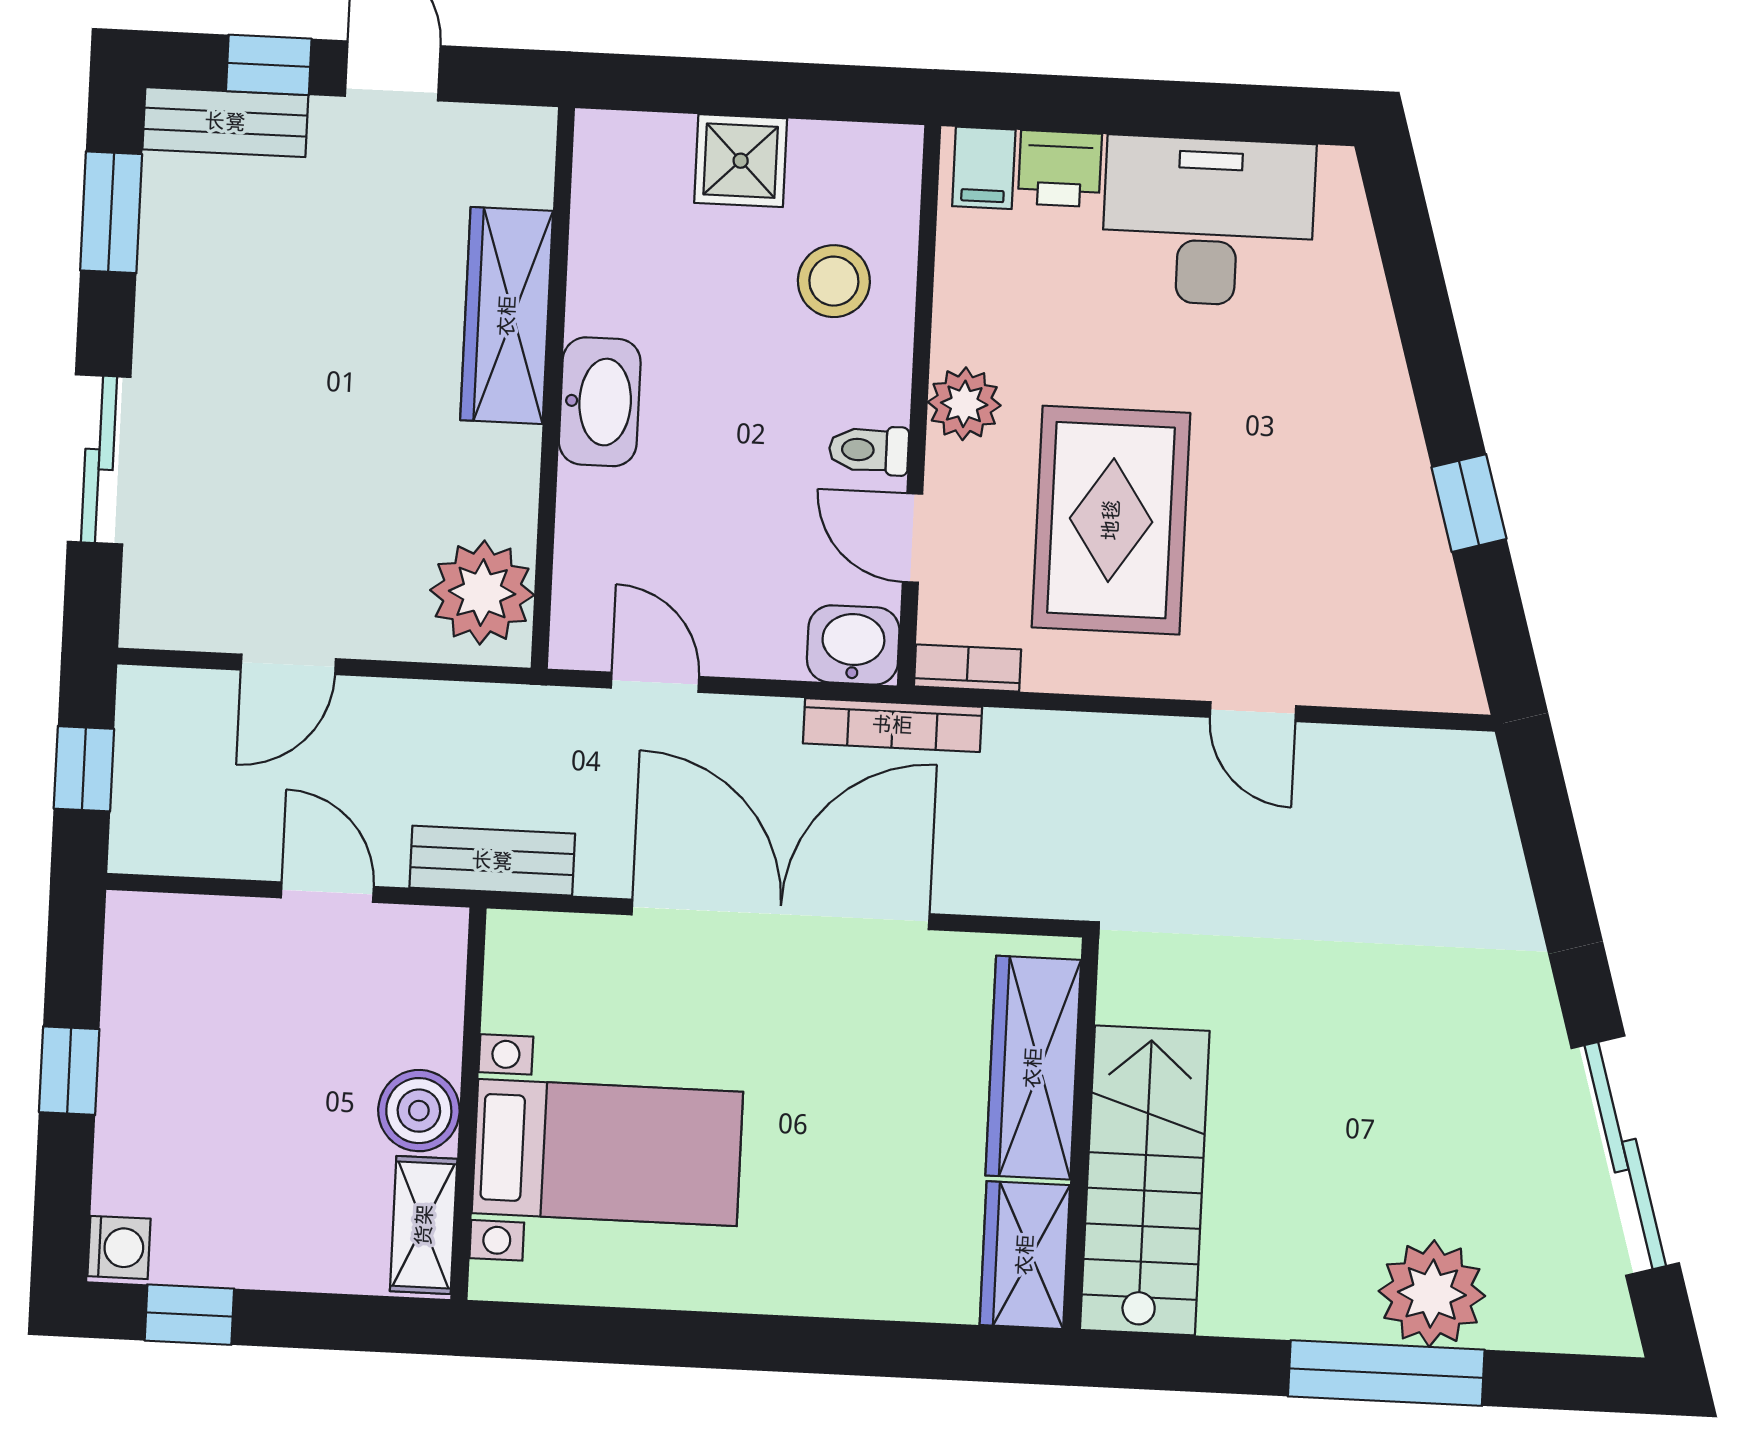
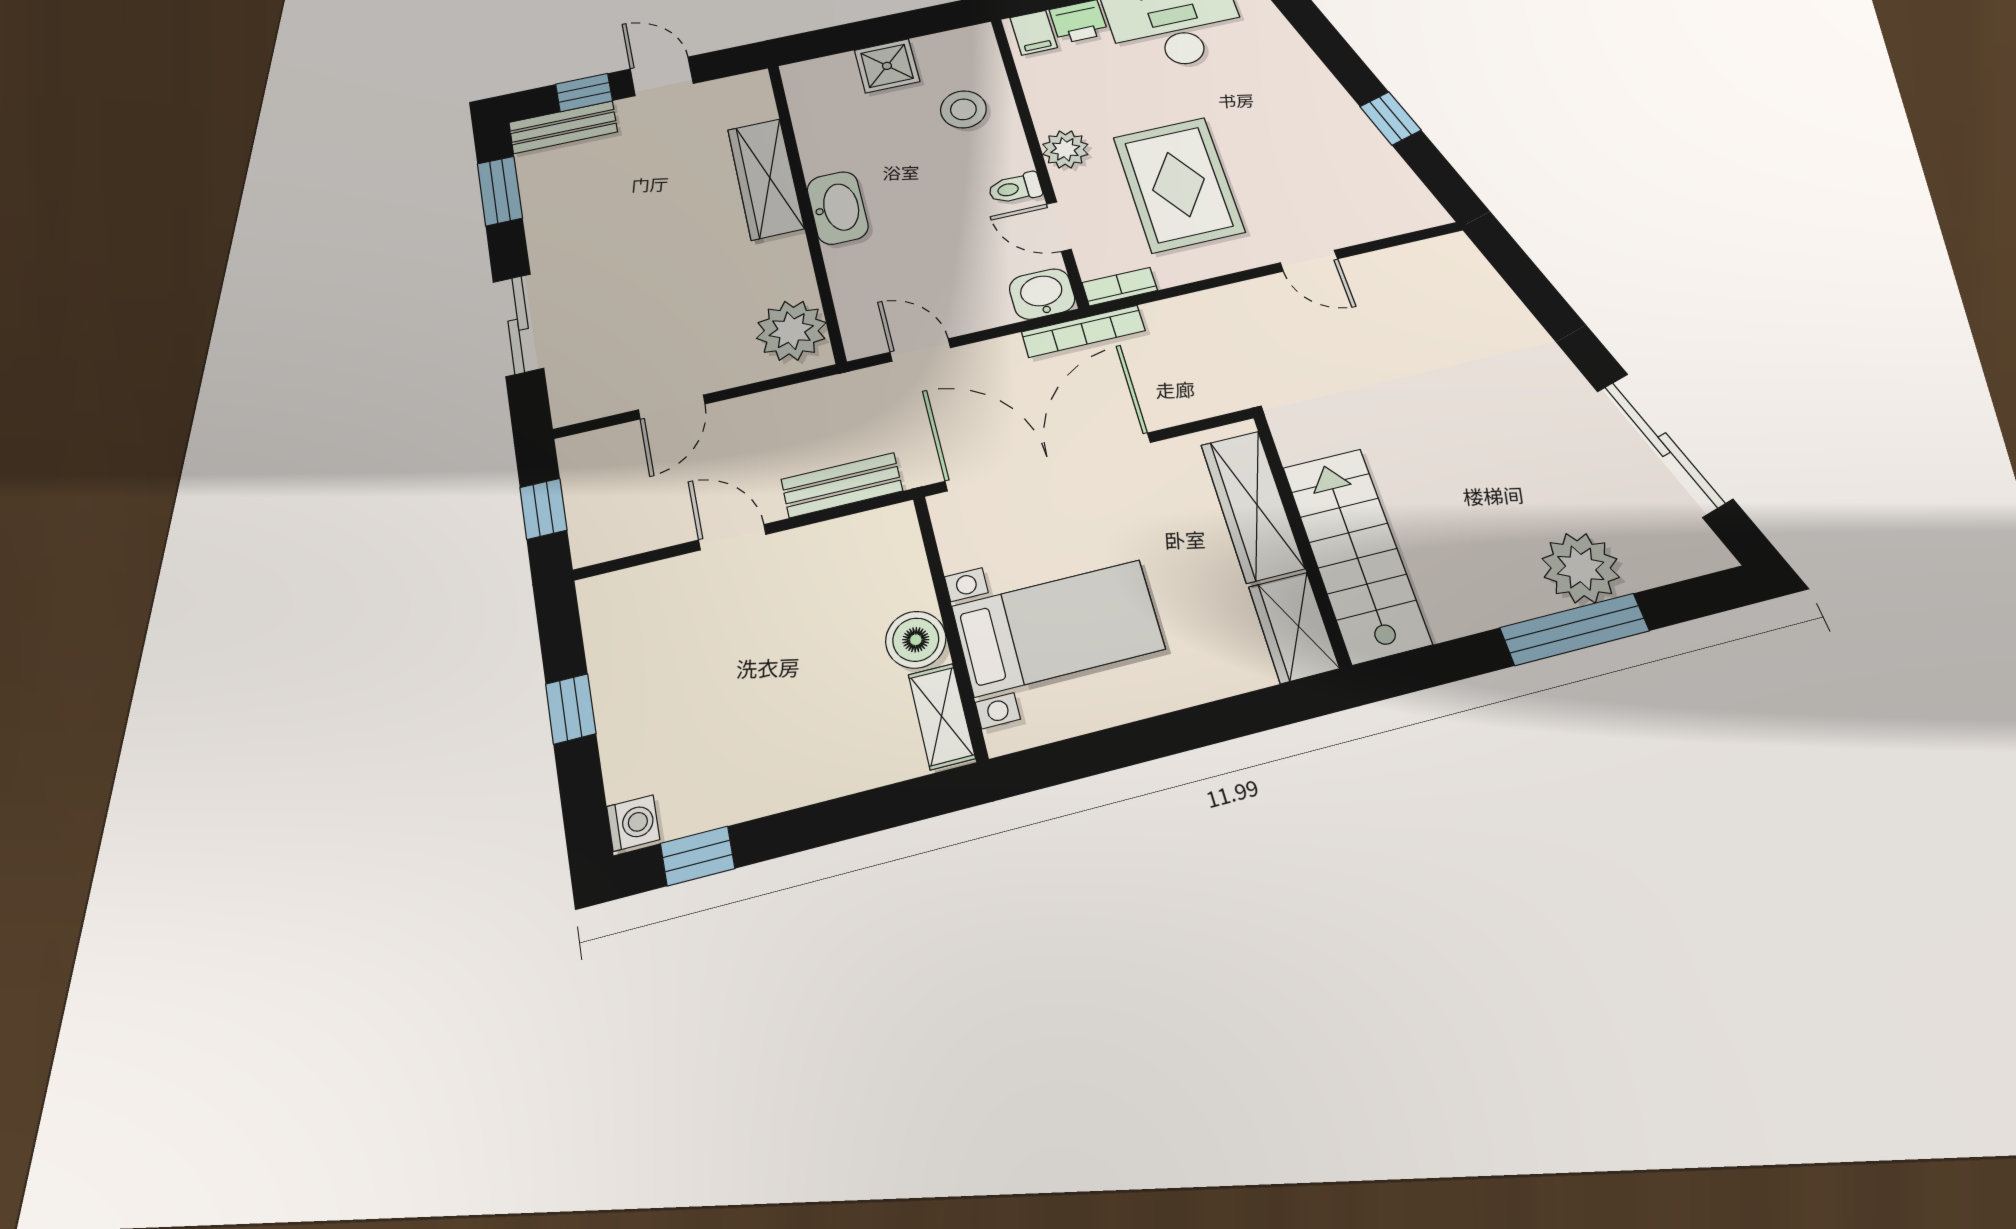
wall: (468, 1104) -> (950, 625), moved
boiler: (419, 1111) -> (916, 640), moved
bed with nightstands: (607, 1153) -> (1058, 628), moved
shelving: (424, 1225) -> (942, 716), moved

